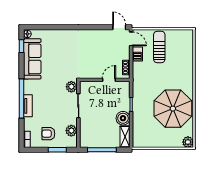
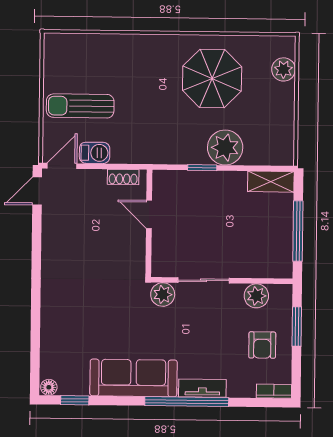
sofa: (32, 59) -> (134, 378), moved
parasol: (173, 109) -> (212, 78), width x0.73, depth x0.73
plant: (141, 115) -> (225, 148), added
boiler: (123, 118) -> (231, 185), removed
plant: (188, 142) -> (284, 69), moved

